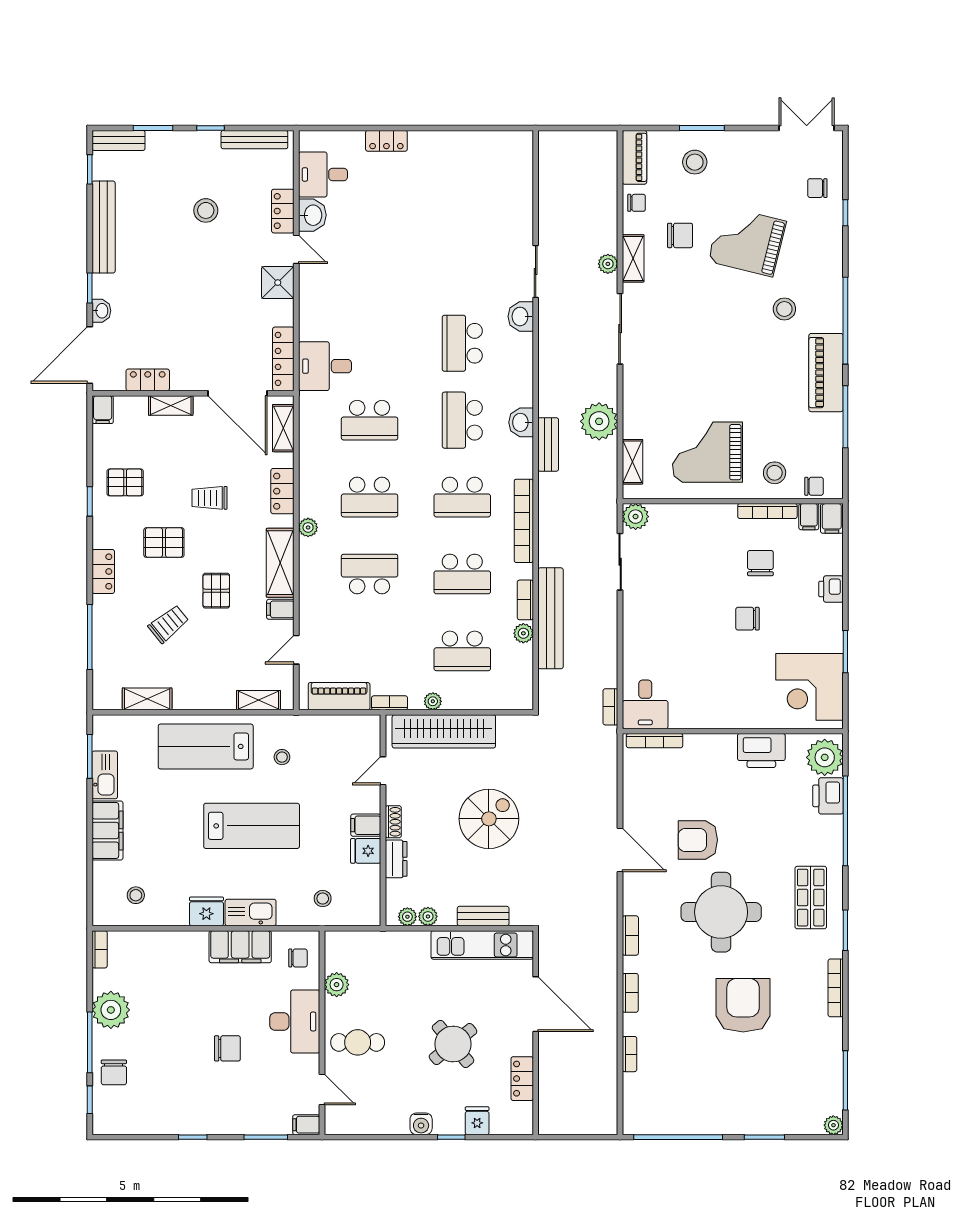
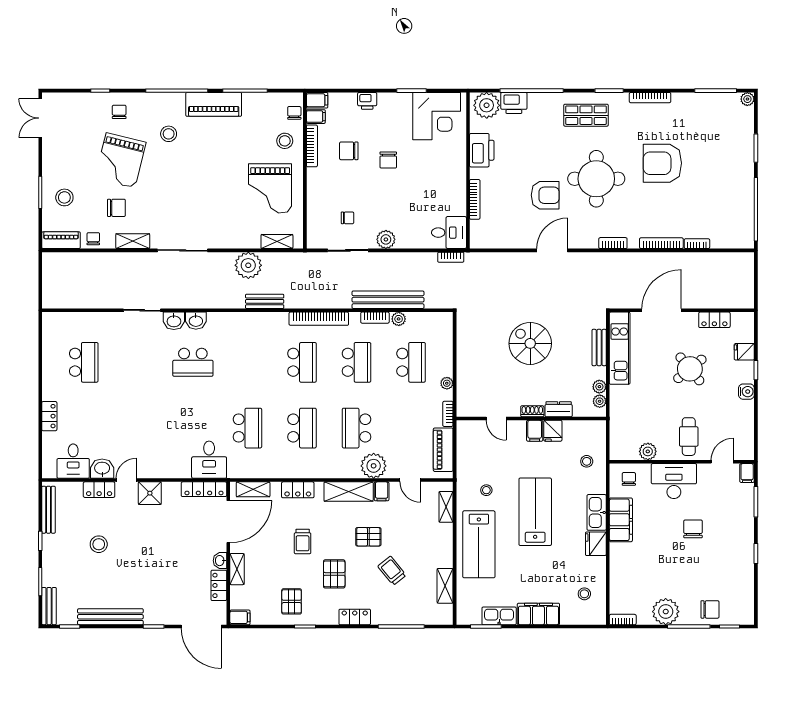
chair: (817, 188) -> (119, 112), moved, turned 180
chair: (680, 235) -> (116, 208), turned 90
plant: (608, 264) -> (137, 259), removed
washbasin: (101, 311) -> (220, 561), moved, turned -90
school desk: (462, 420) -> (84, 362), moved, turned -90
washbasin: (521, 422) -> (196, 321), moved
plant: (636, 517) -> (386, 239), moved
plant: (308, 527) -> (374, 466), moved, width x1.88, depth x1.88
chair: (666, 561) -> (348, 218), added
wardrobe: (444, 731) -> (468, 375), removed
bookcase: (655, 741) -> (475, 199), moved
armchair: (698, 840) -> (545, 195), turned -90
bookcase: (630, 993) -> (661, 243), width x1.56

